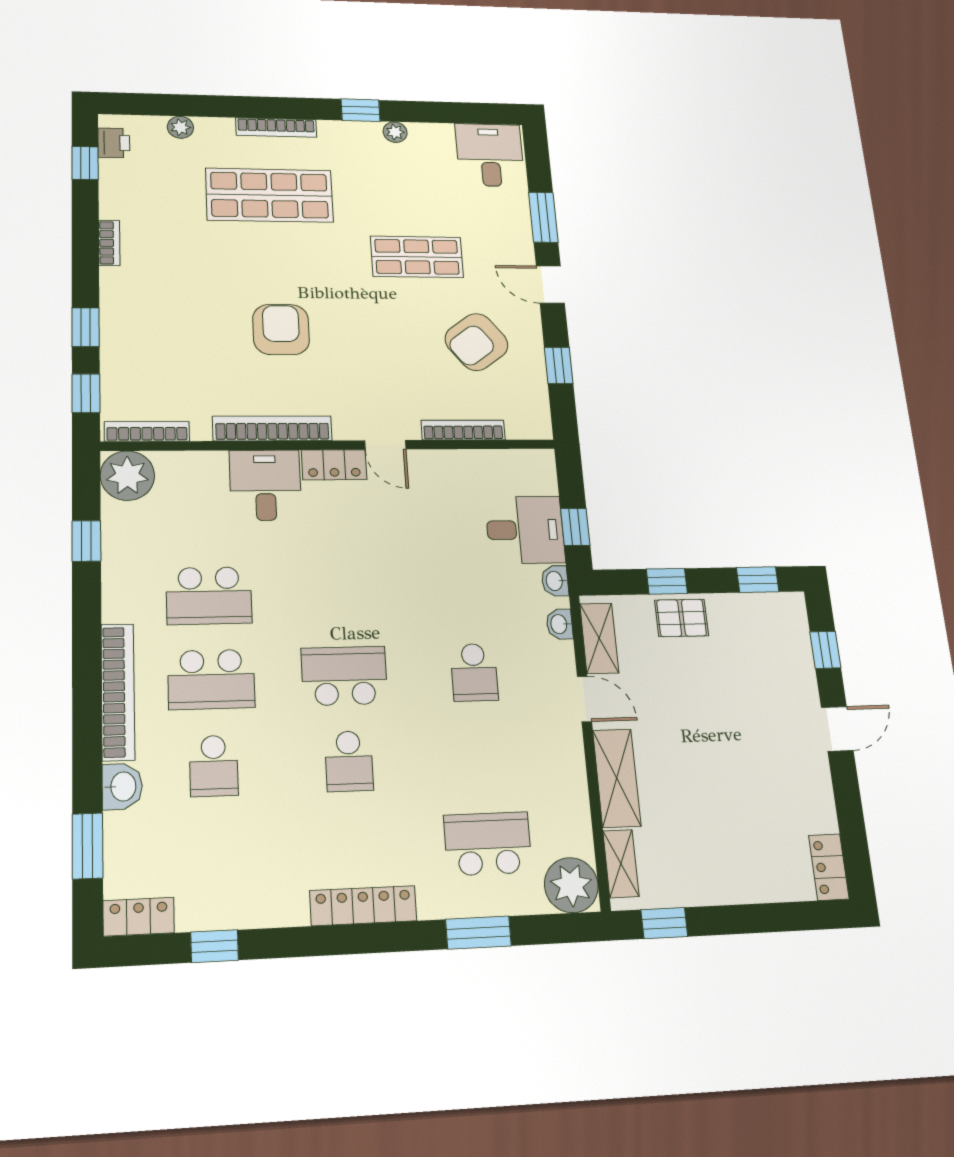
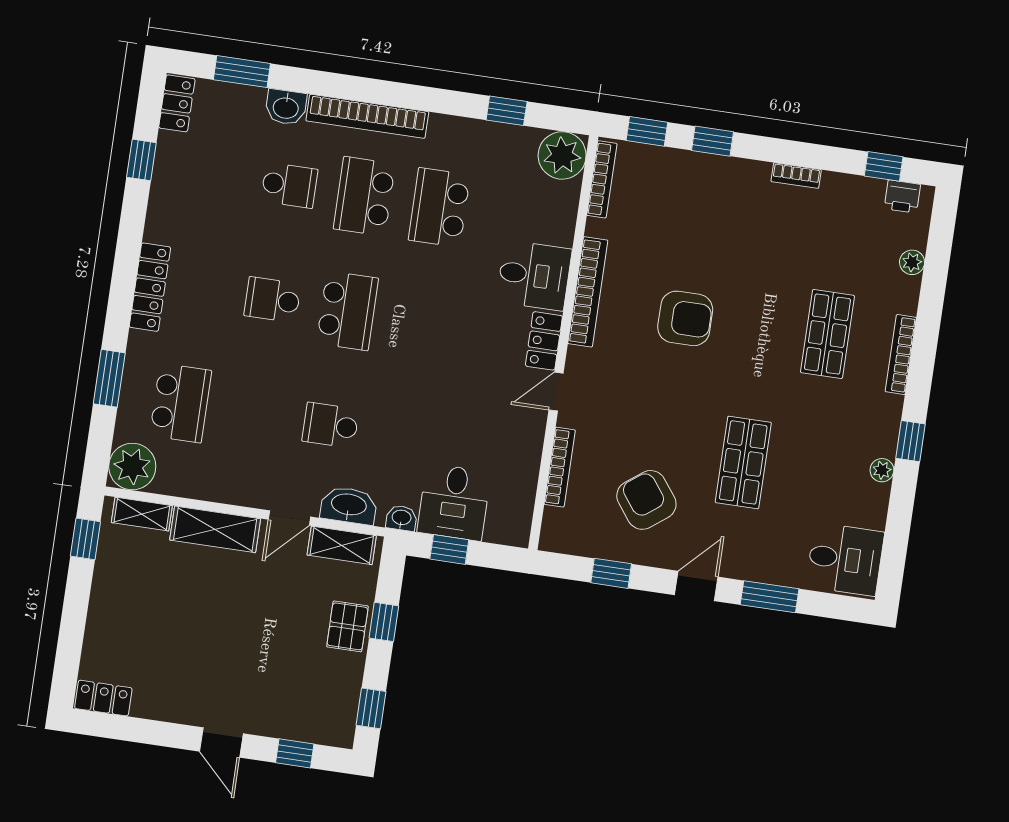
shop shelf: (269, 195) -> (827, 334), width x0.70, depth x0.74
washbasin: (559, 624) -> (349, 505), width x1.91, depth x1.45
school desk: (214, 766) -> (289, 185), turned 180

